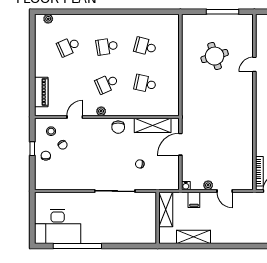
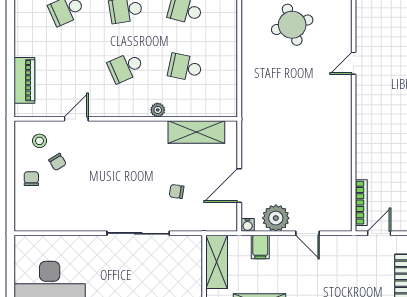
door: (254, 64) -> (354, 63), moved
plant: (101, 111) -> (158, 110), moved
chair: (118, 127) -> (143, 135), removed
door: (180, 144) -> (239, 186), moved
window: (32, 149) -> (10, 168), removed
plant: (208, 185) -> (276, 218), width x1.88, depth x1.88

